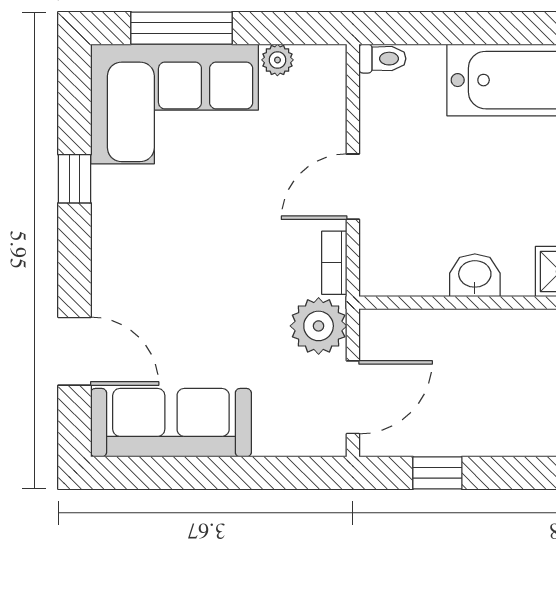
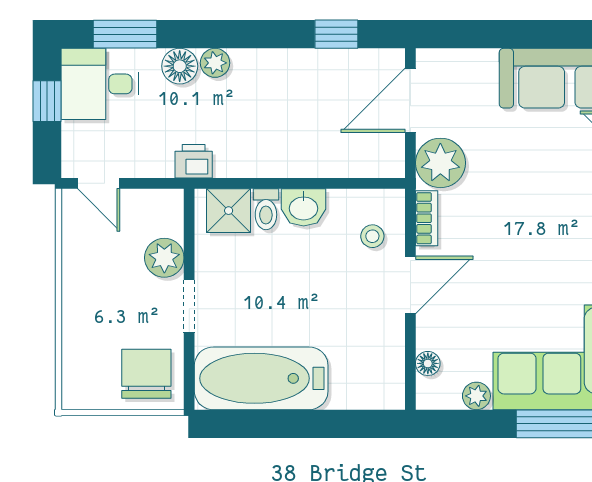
toilet: (382, 59) -> (266, 209), moved, turned -90
floor lamp: (333, 97) -> (428, 363), added
stool: (396, 242) -> (372, 236), added

